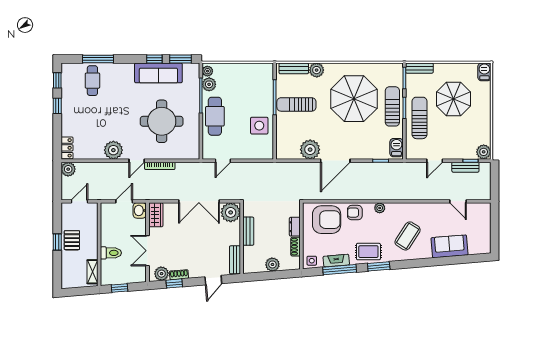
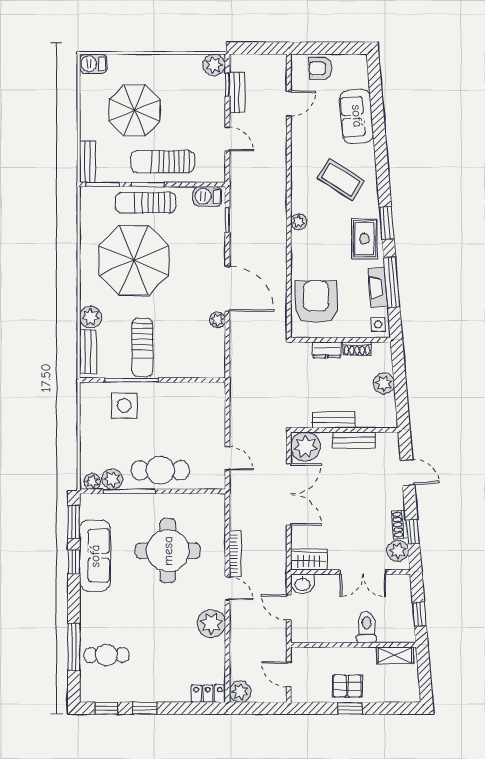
side table: (259, 126) -> (124, 405), moved
plant: (310, 150) -> (217, 320), width x0.53, depth x0.53
armchair: (355, 213) -> (320, 68), moved, turned 90
bench: (235, 260) -> (354, 440), moved

